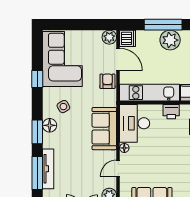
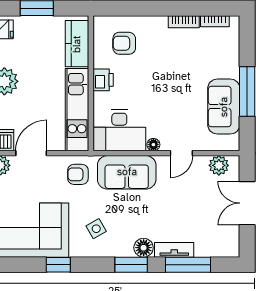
armchair: (107, 81) -> (78, 174), moved
floor lamp: (50, 125) -> (144, 248), moved
door: (118, 168) -> (181, 153), hinge flipped
tv unit: (48, 169) -> (174, 250), width x0.71

